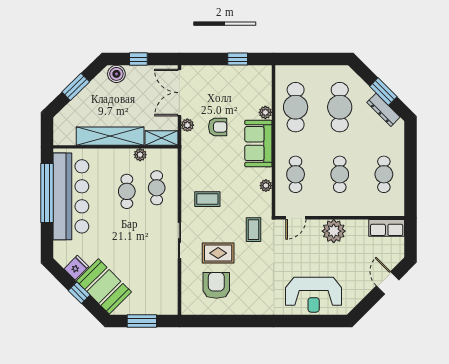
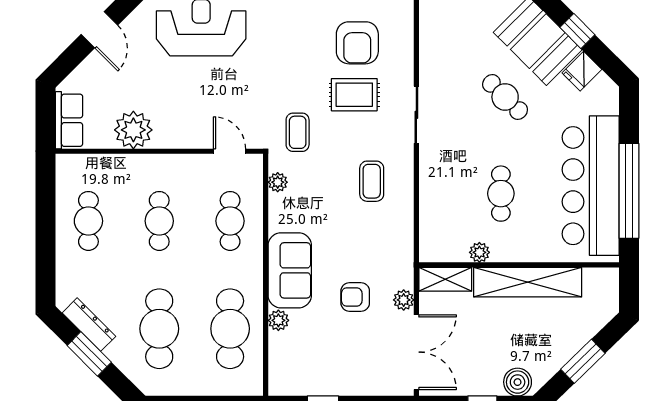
plant: (266, 186) -> (278, 182), moved
cafe table: (157, 188) -> (505, 97), moved, turned -45
coffee table: (207, 199) -> (372, 181), turned 90
door: (296, 218) -> (229, 151), hinge flipped
row of seats: (387, 228) -> (69, 120), moved, turned 90
plant: (334, 231) -> (133, 130), moved
door: (388, 283) -> (99, 30), moved

